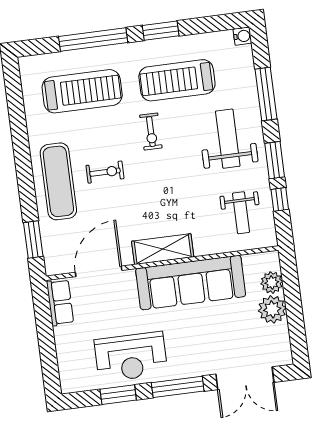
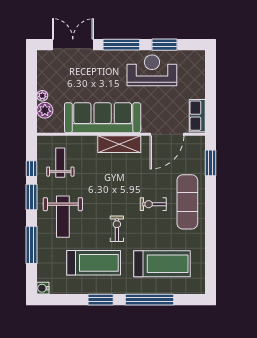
treadmill: (82, 91) -> (162, 264), turned 180
plant: (272, 309) -> (42, 96), width x0.53, depth x0.53

